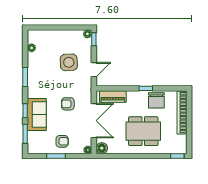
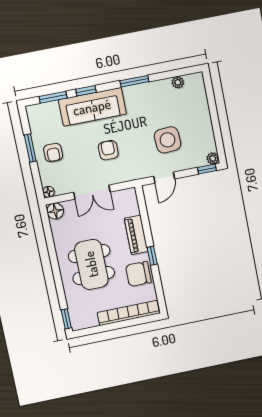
door: (94, 70) -> (164, 178), hinge flipped
piano: (113, 97) -> (136, 235), moved
sofa: (37, 114) -> (92, 107), width x1.36
double door: (94, 121) -> (92, 192), width x0.73

